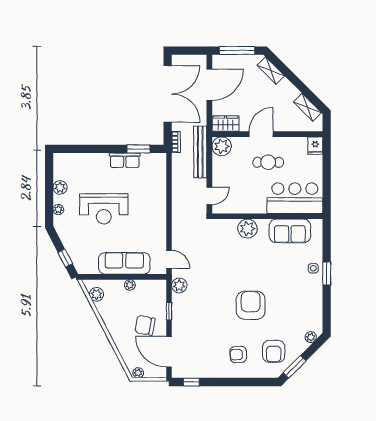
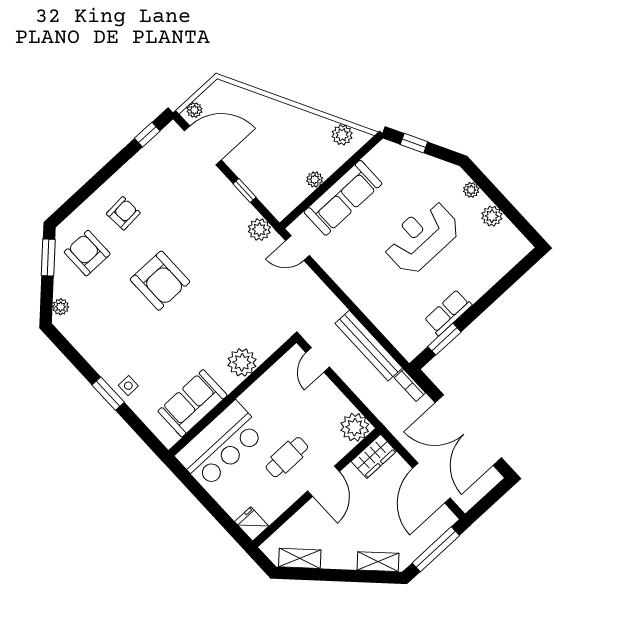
bench: (200, 152) -> (369, 346), moved
chair: (145, 325) -> (257, 150), removed
plant: (138, 373) -> (194, 110), moved

